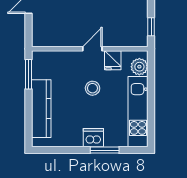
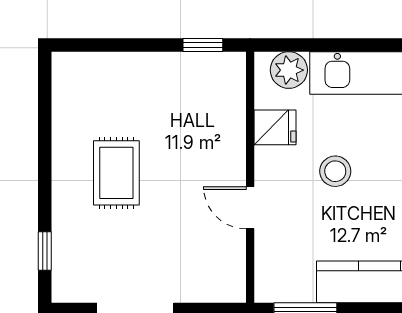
door: (92, 49) -> (250, 208), moved

